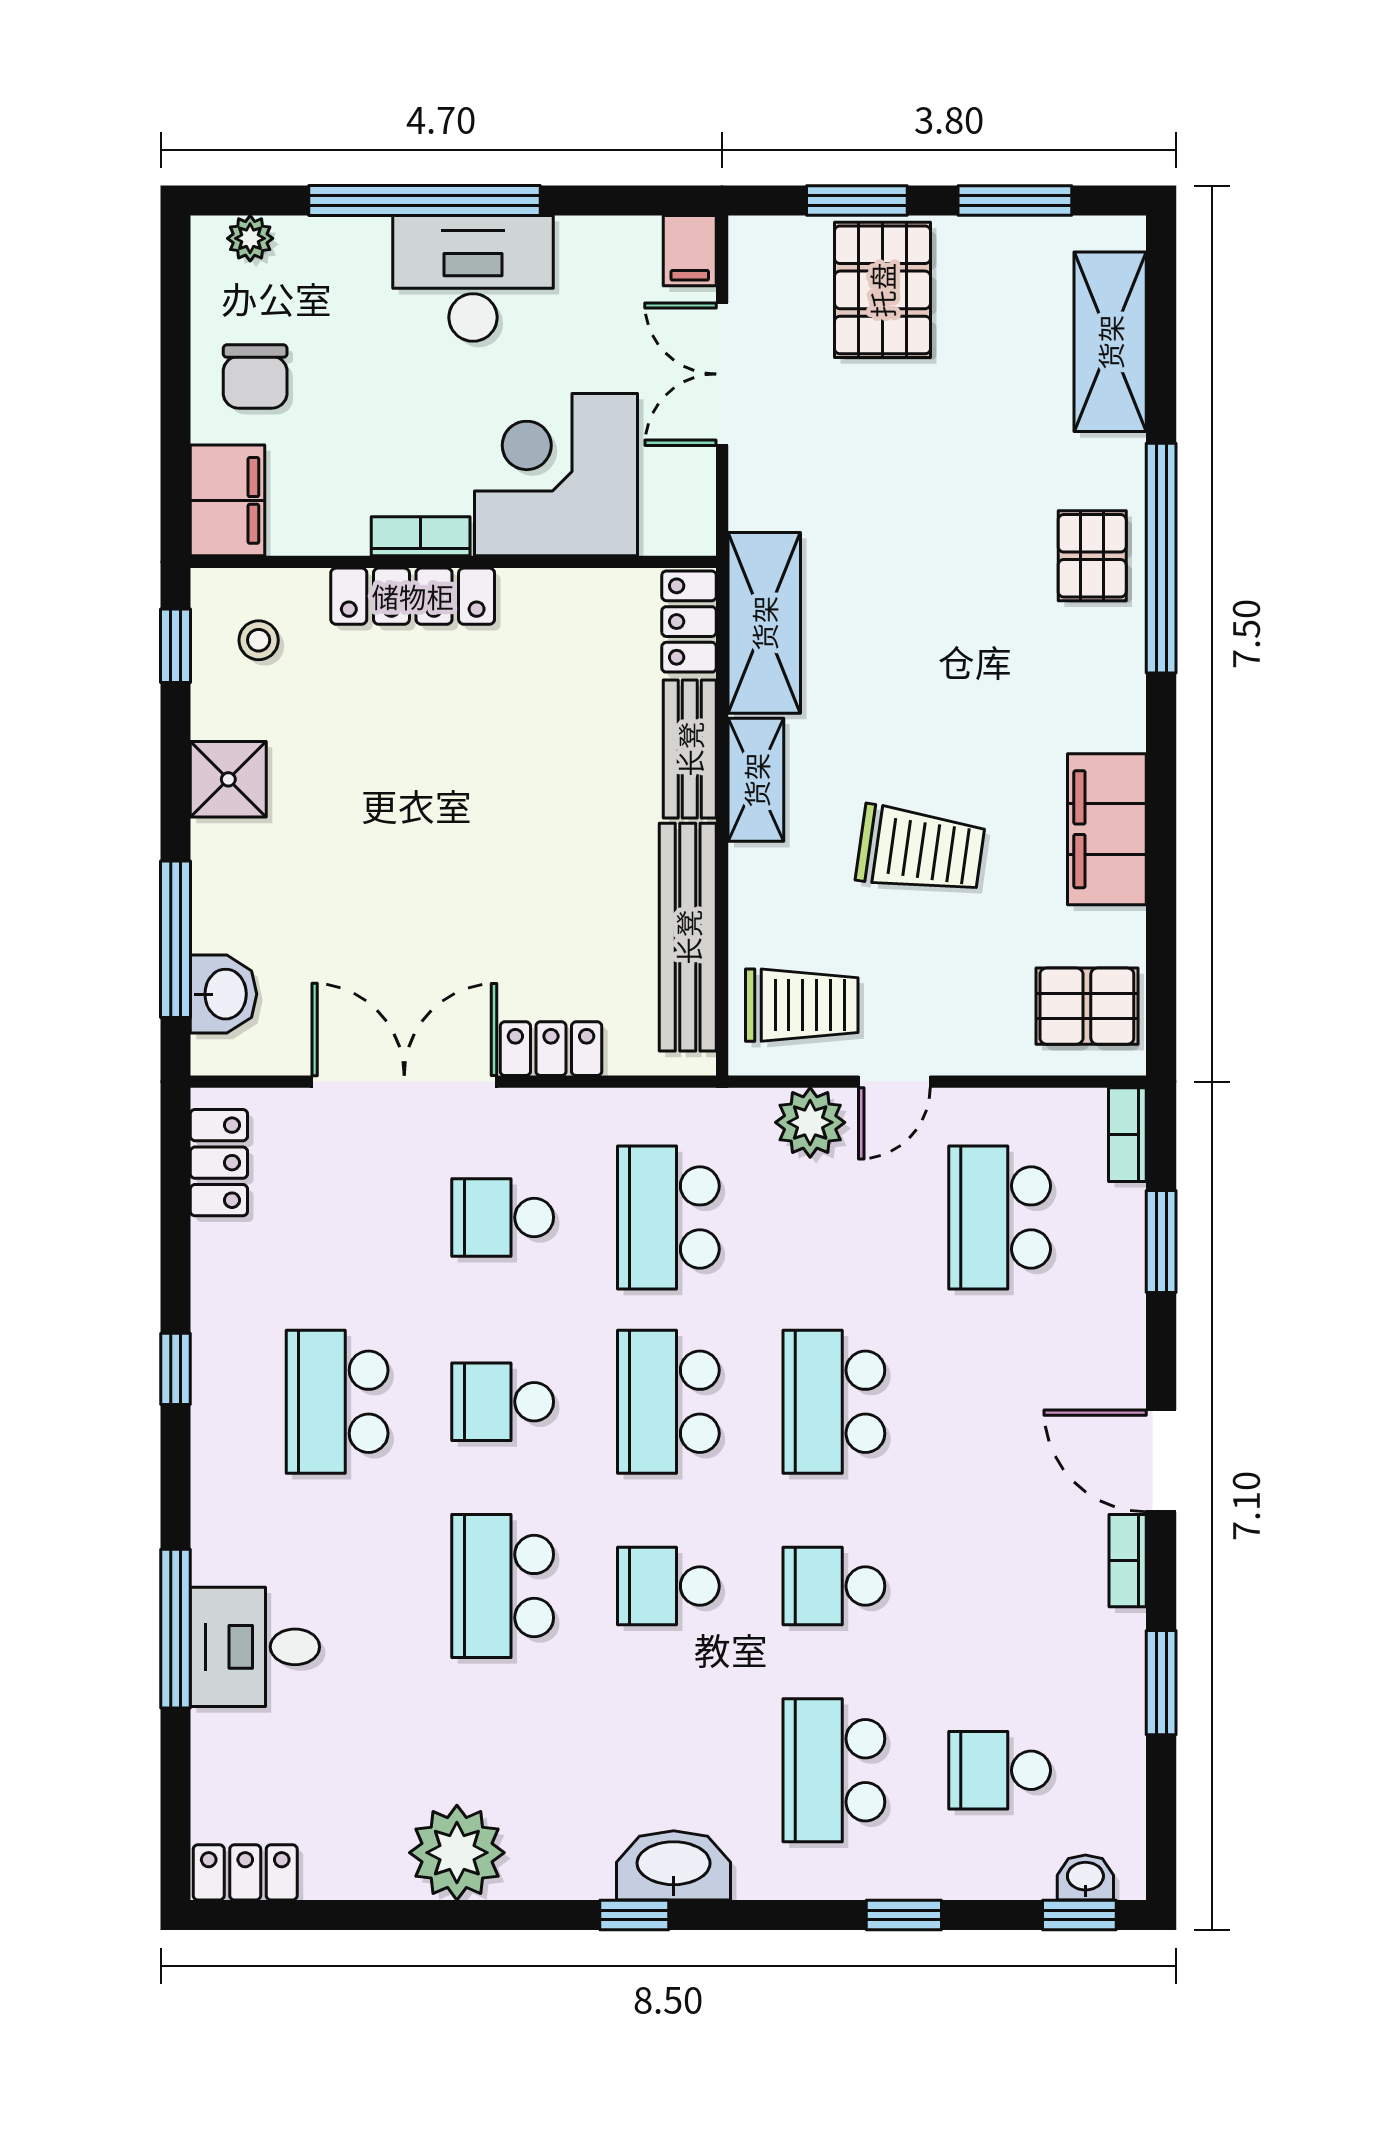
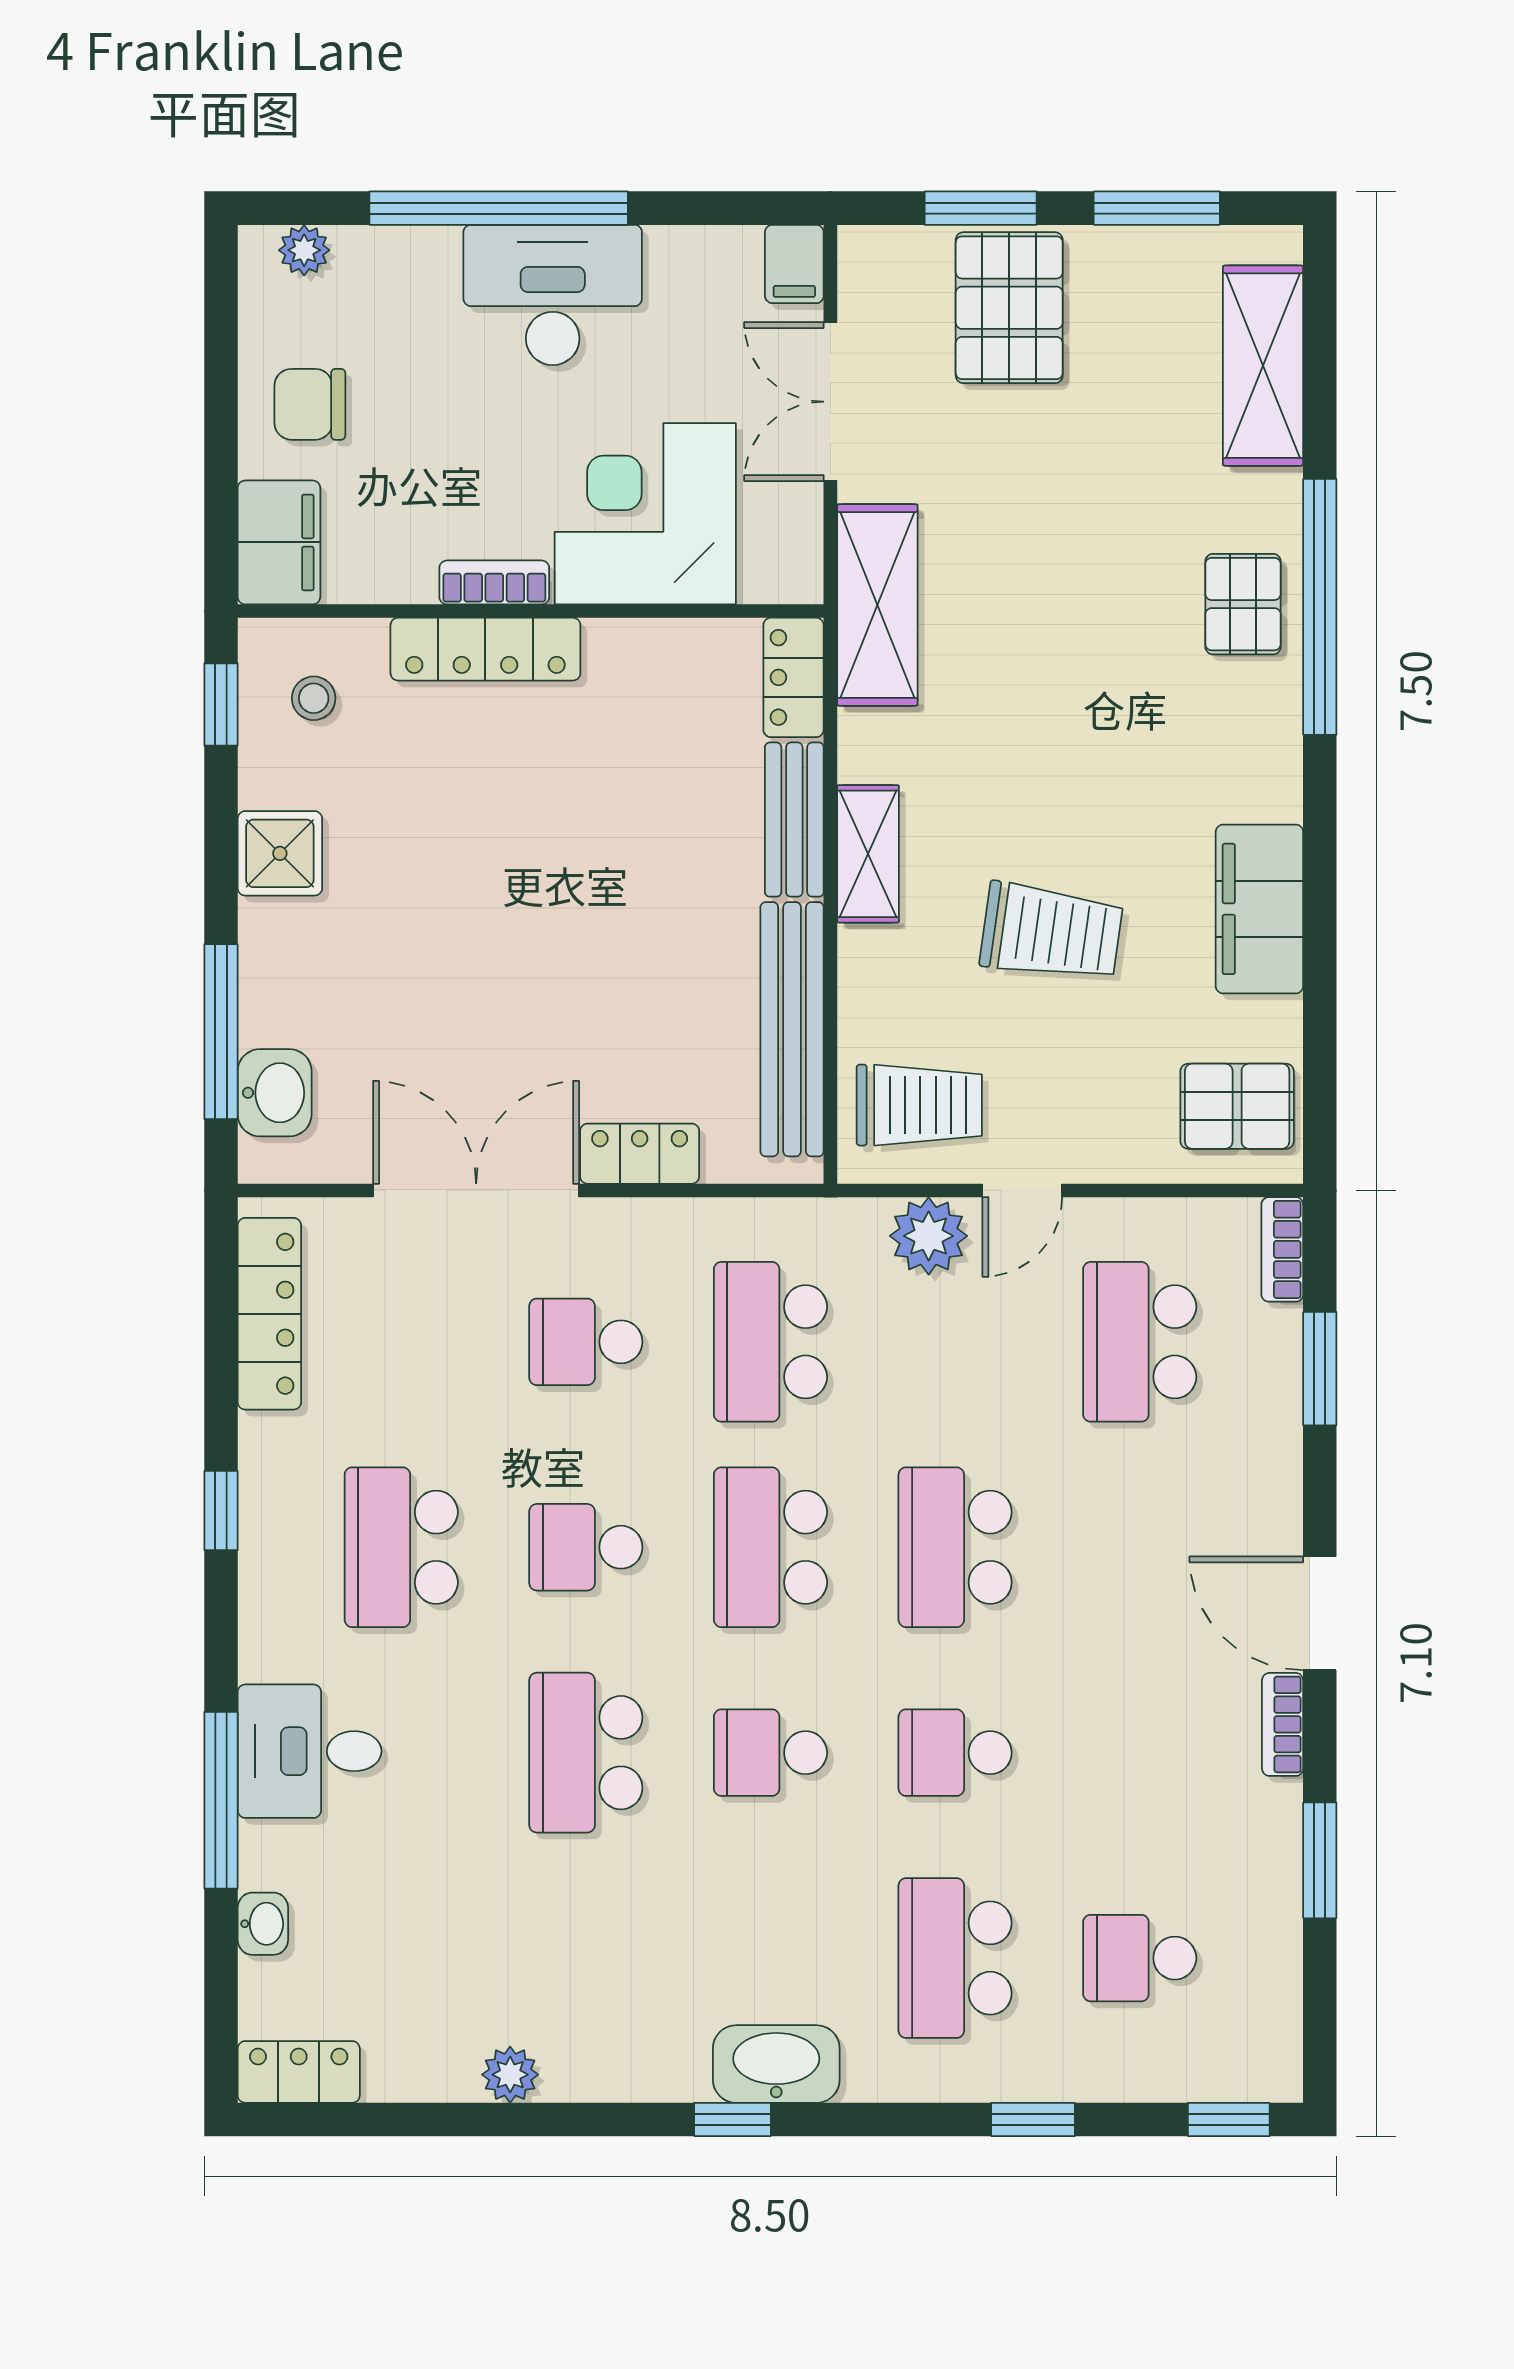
chair: (255, 377) -> (310, 404), turned 90
shelving: (764, 623) -> (877, 605), moved
locker: (219, 1163) -> (269, 1314), width x1.53
desk: (255, 1647) -> (310, 1751), moved
plant: (457, 1853) -> (510, 2075), width x0.53, depth x0.53
washbasin: (1085, 1877) -> (263, 1924), moved, turned 90

